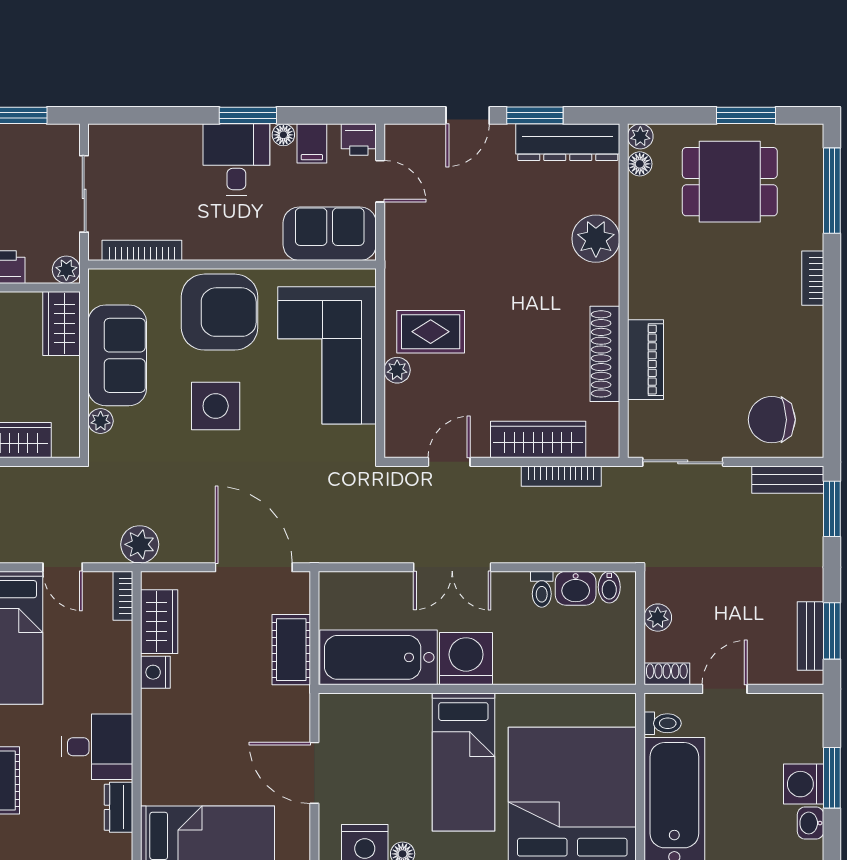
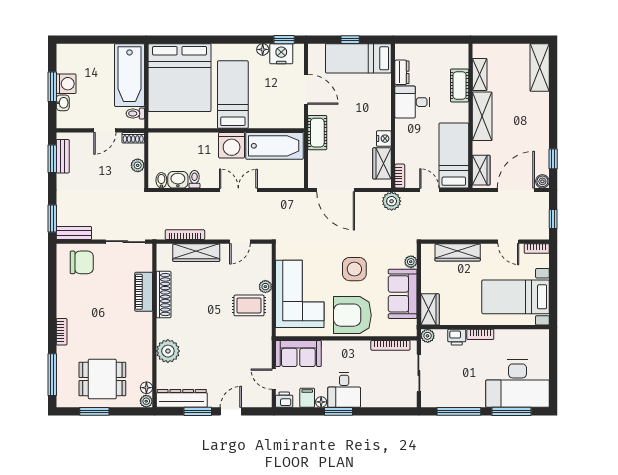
cot: (291, 650) -> (317, 133), moved
washbasin: (811, 823) -> (63, 103), moved

